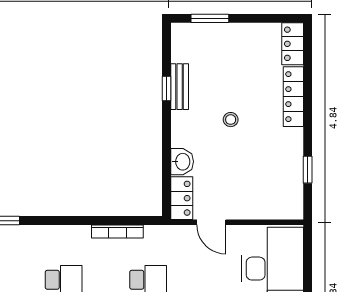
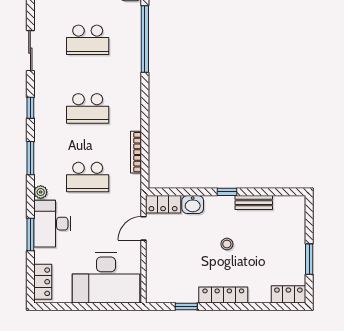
window: (210, 18) -> (309, 259), moved
window: (167, 88) -> (227, 192), moved
locker: (293, 97) -> (223, 295), moved

